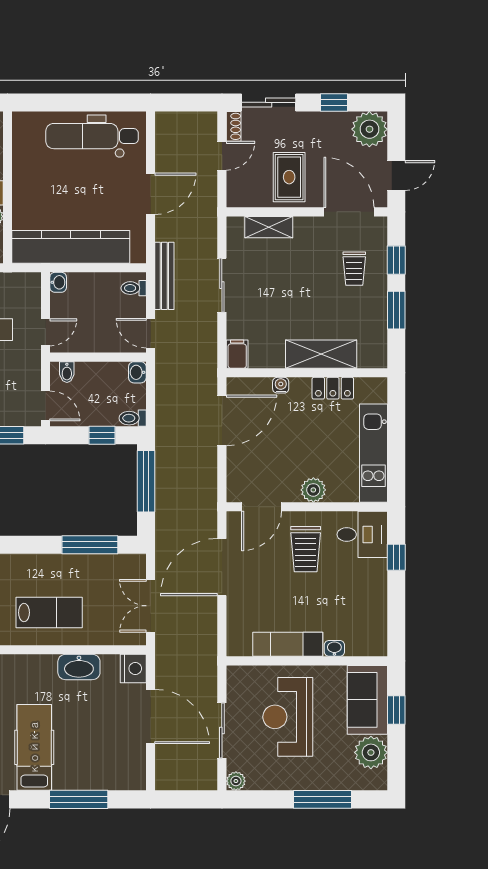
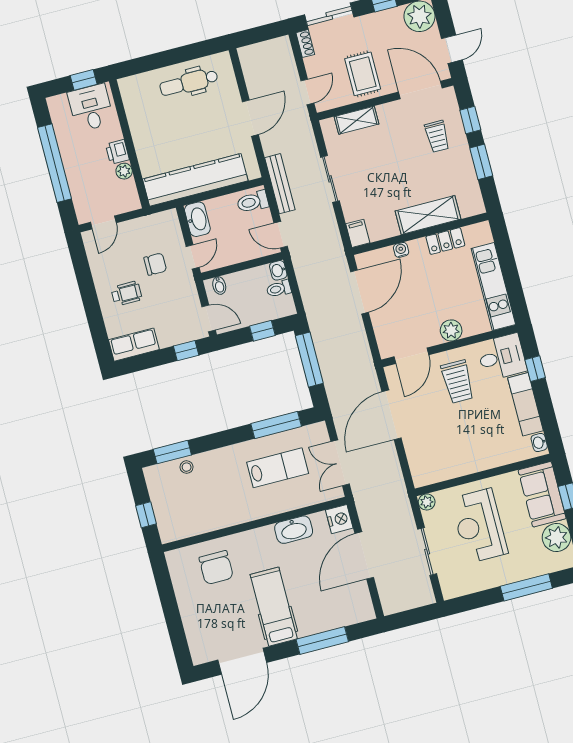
dental chair: (92, 136) -> (189, 83), width x0.73, depth x0.72
door: (222, 156) -> (307, 92), moved
washbasin: (58, 282) -> (197, 219), width x1.91, depth x1.45
toilet: (134, 288) -> (253, 202), width x1.37, depth x1.39
toilet: (133, 418) -> (279, 289), moved
lab bench: (49, 613) -> (278, 468), moved
exam couch: (288, 644) -> (526, 404), moved, turned -90
washbasin: (334, 648) -> (539, 442), moved, turned -90
door: (150, 717) -> (364, 555), swing flipped
plant: (236, 781) -> (427, 502), moved

